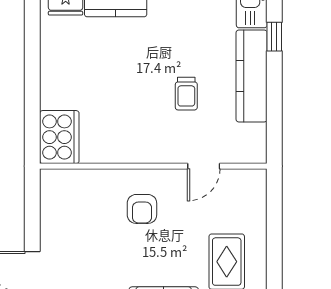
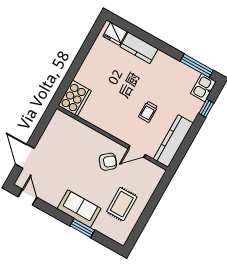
kitchen counter: (252, 76) -> (173, 141), moved
armchair: (142, 209) -> (108, 162), moved, turned -129

